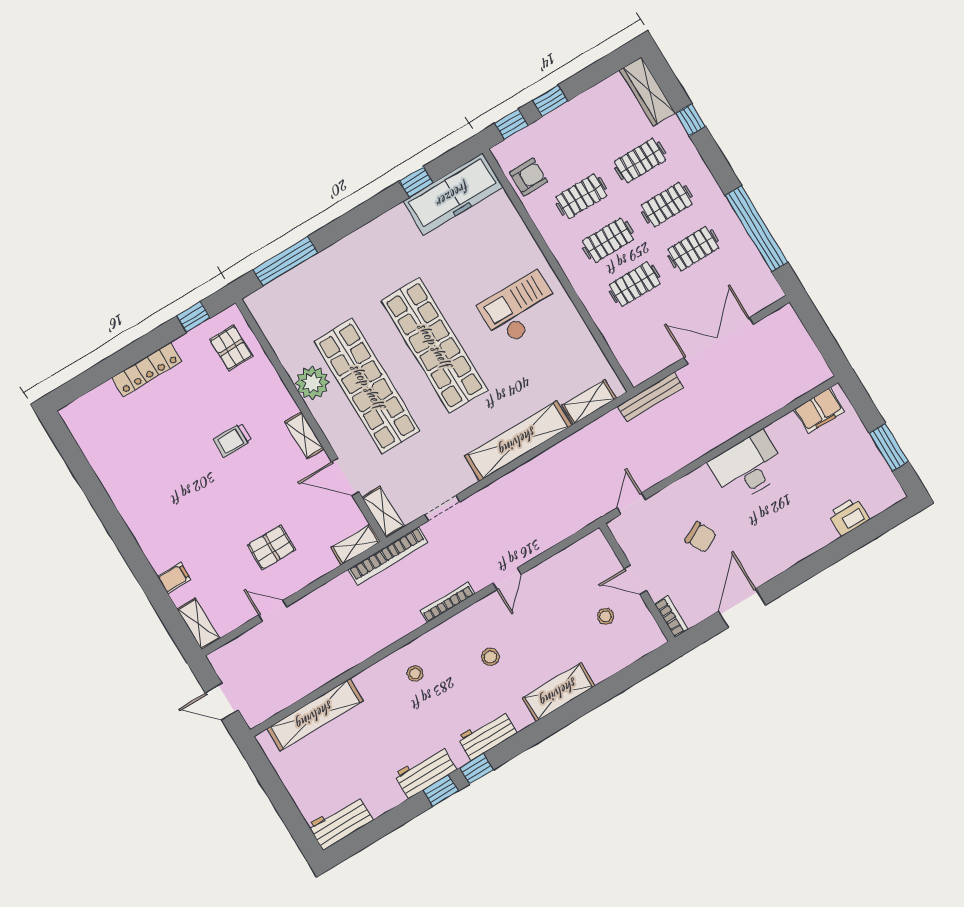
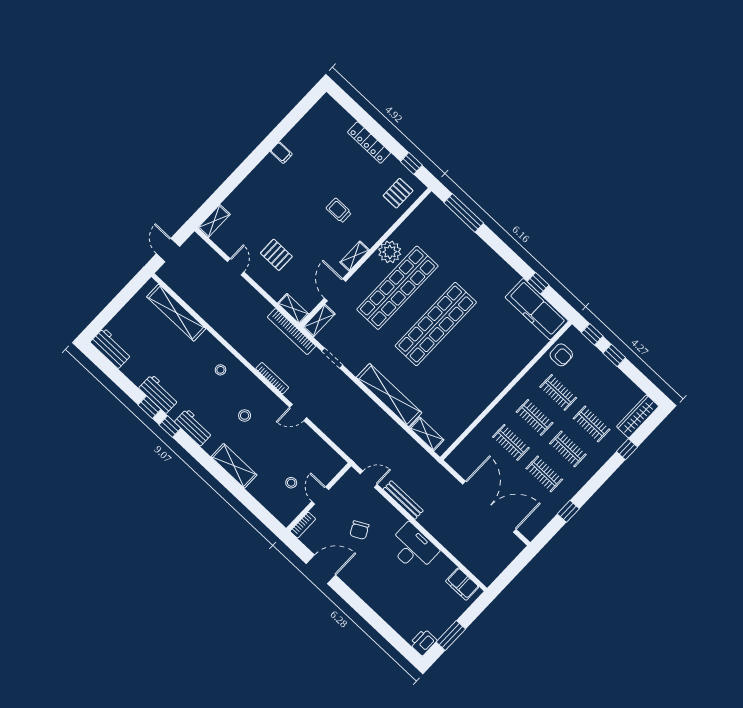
window: (757, 229) -> (568, 511), width x0.32
checkout: (520, 309) -> (475, 373), removed
double door: (719, 341) -> (489, 507), width x1.36
bench: (651, 397) -> (403, 500), moved
printer: (849, 516) -> (423, 642), moved, turned -90
filing cabinet: (174, 578) -> (281, 153), moved

